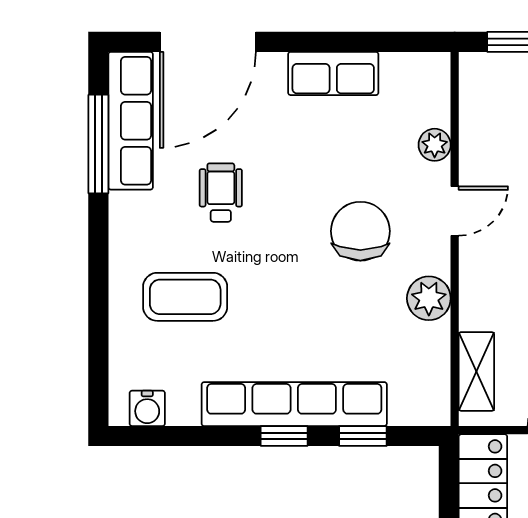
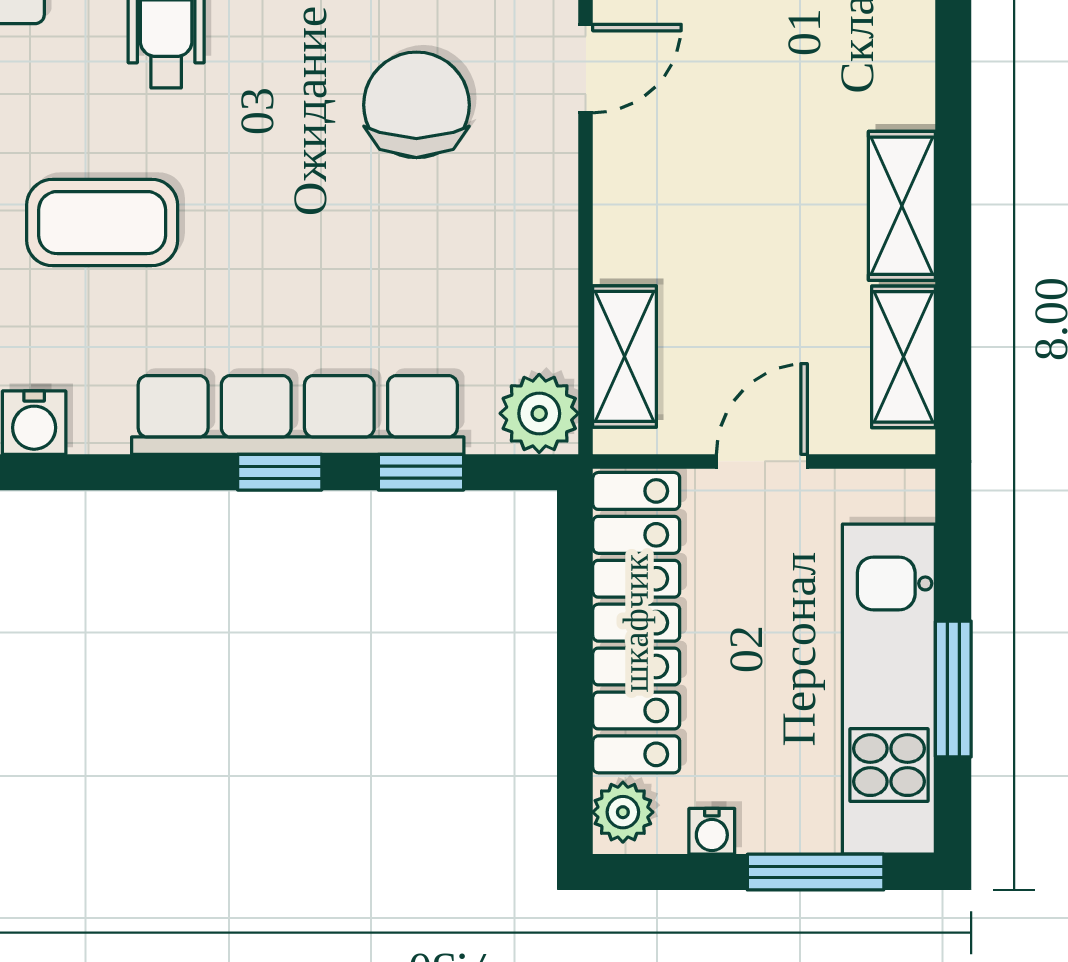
plant: (429, 298) -> (539, 413), moved

